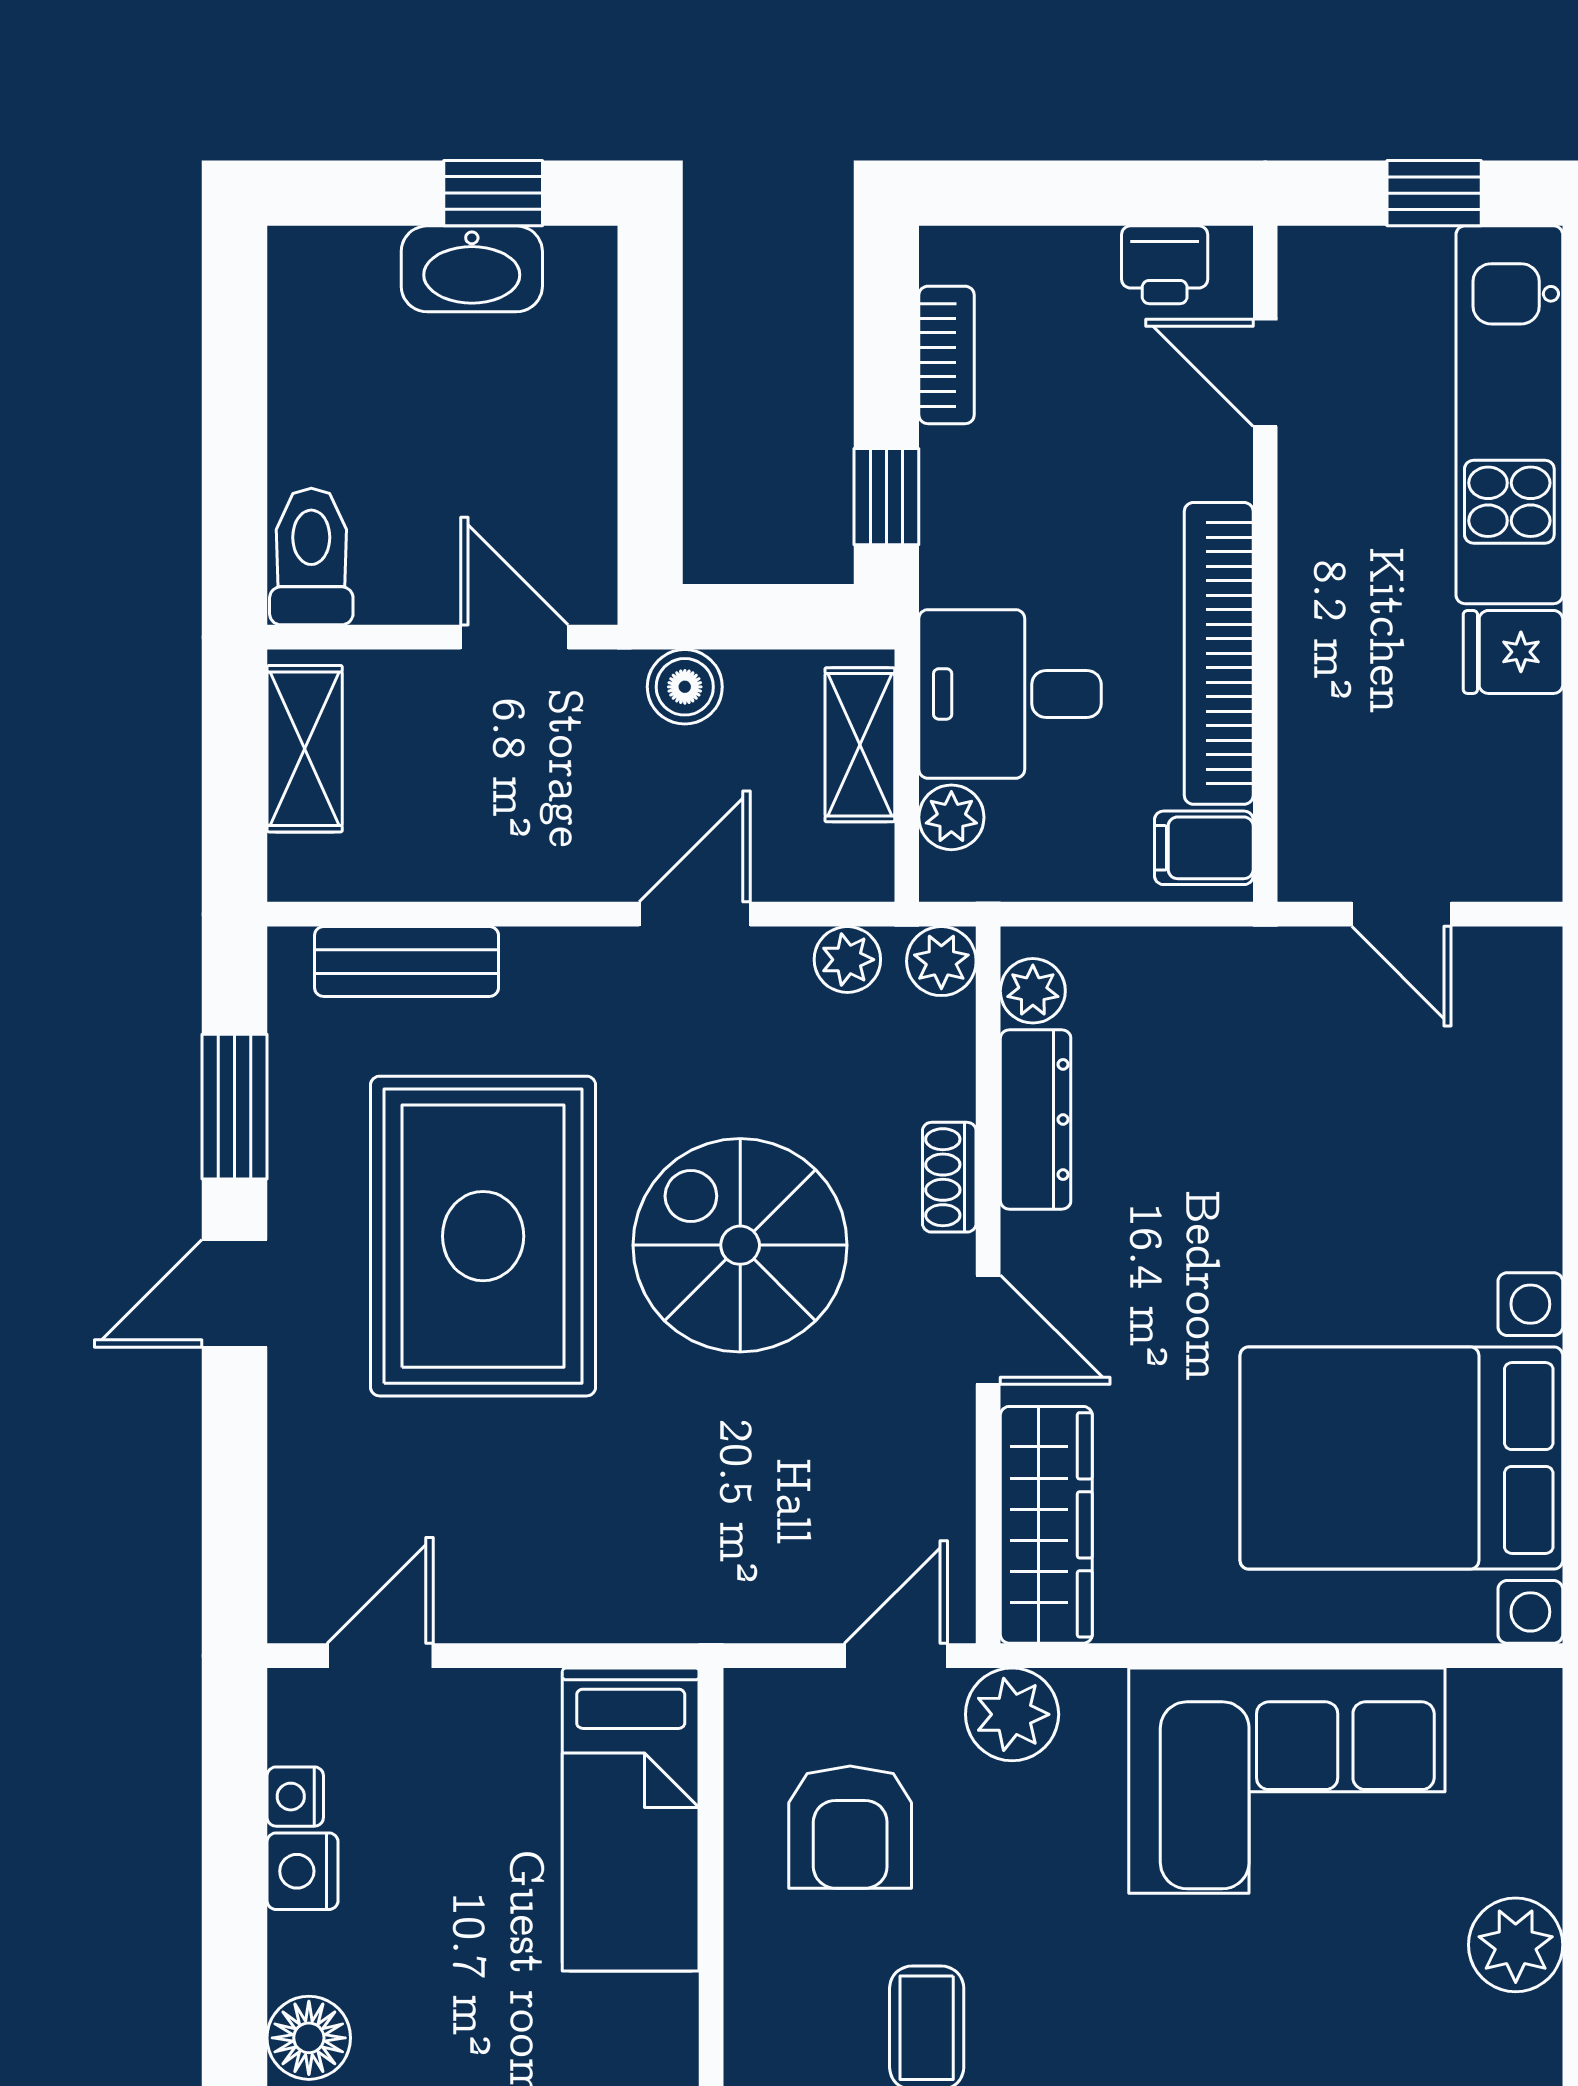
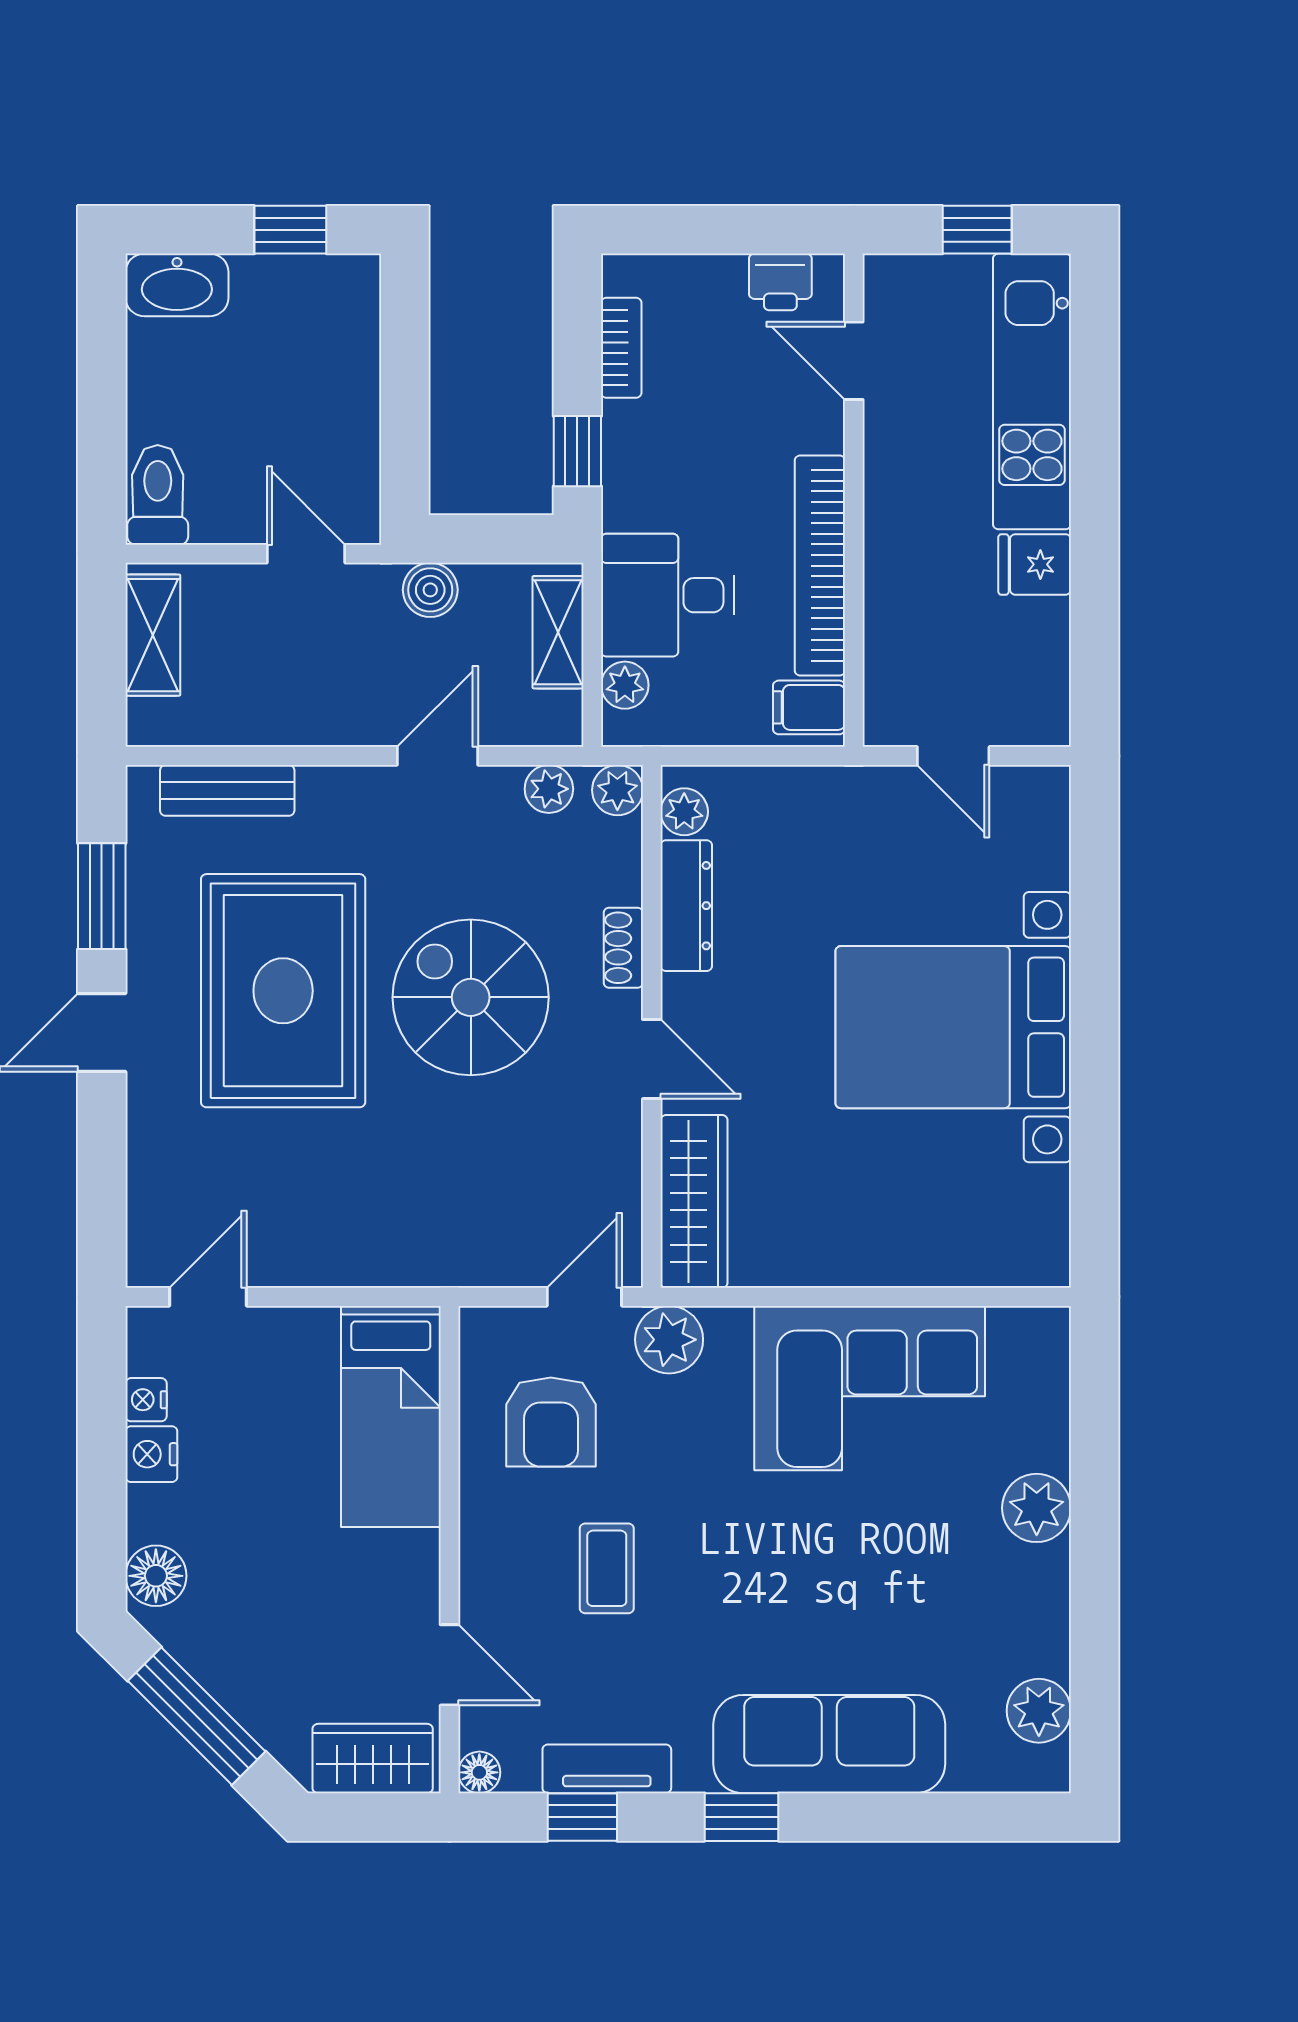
washbasin: (472, 269) -> (177, 285), moved
bed with nightstands: (1401, 1458) -> (953, 1027), moved

